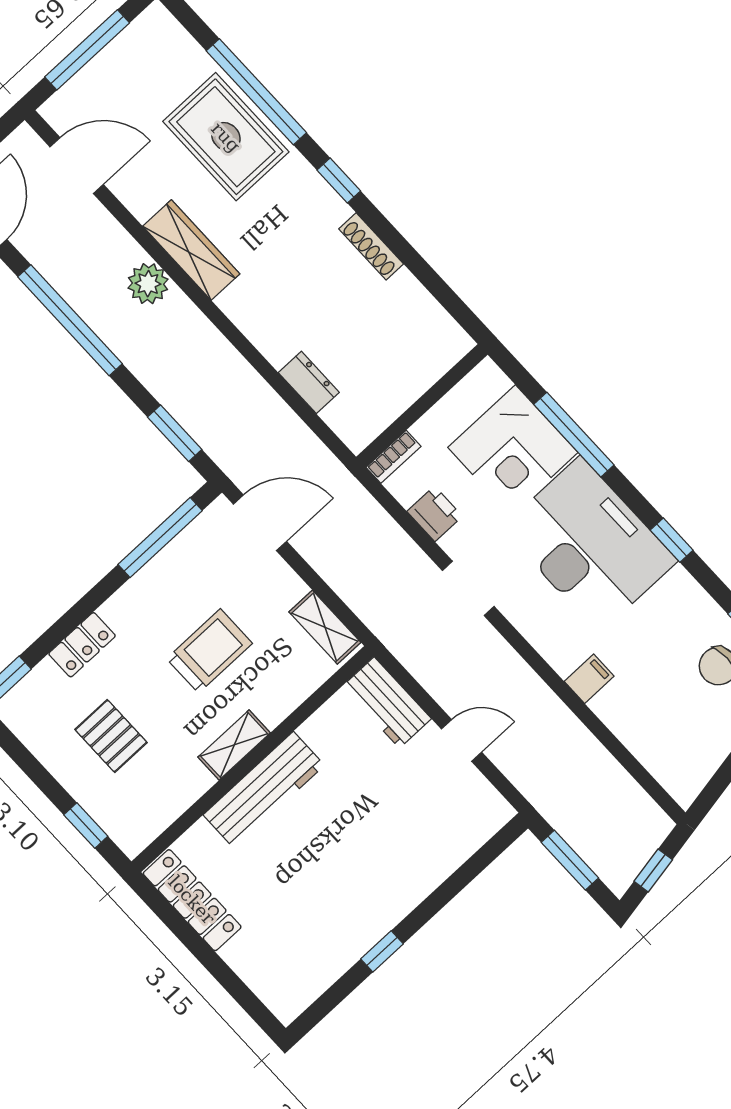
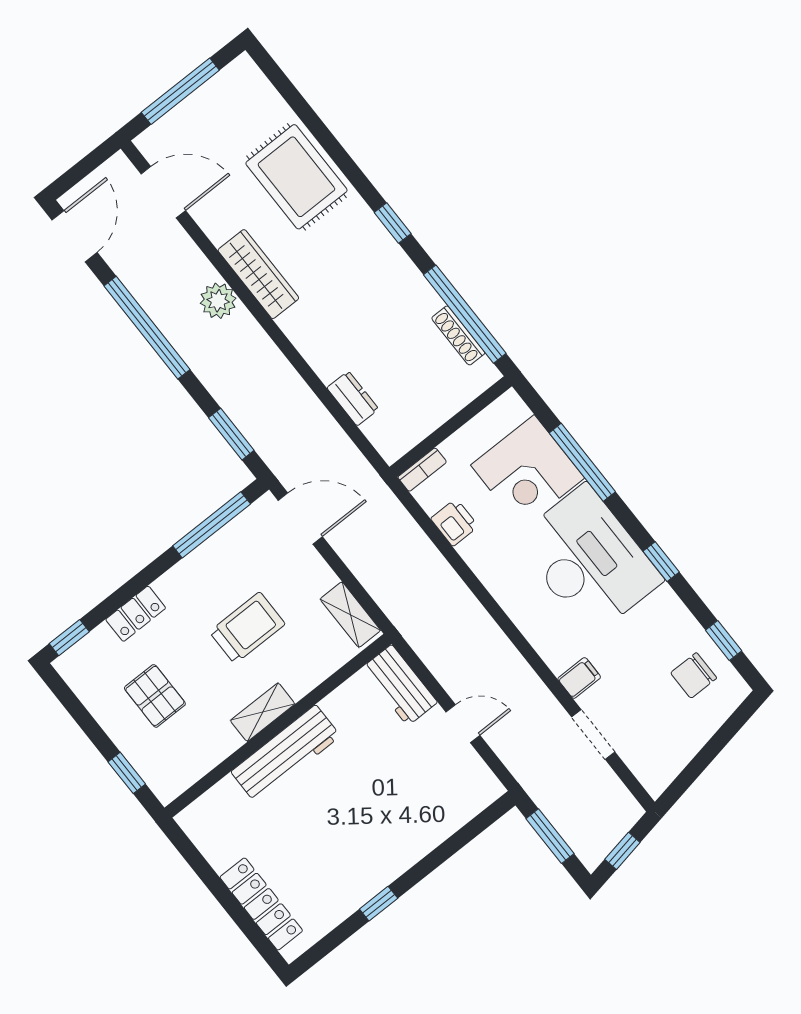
window: (256, 92) -> (465, 314), moved
shoe rack: (371, 246) -> (458, 335), moved
doorway: (468, 588) -> (593, 735), moved
locker: (192, 900) -> (261, 904), moved

